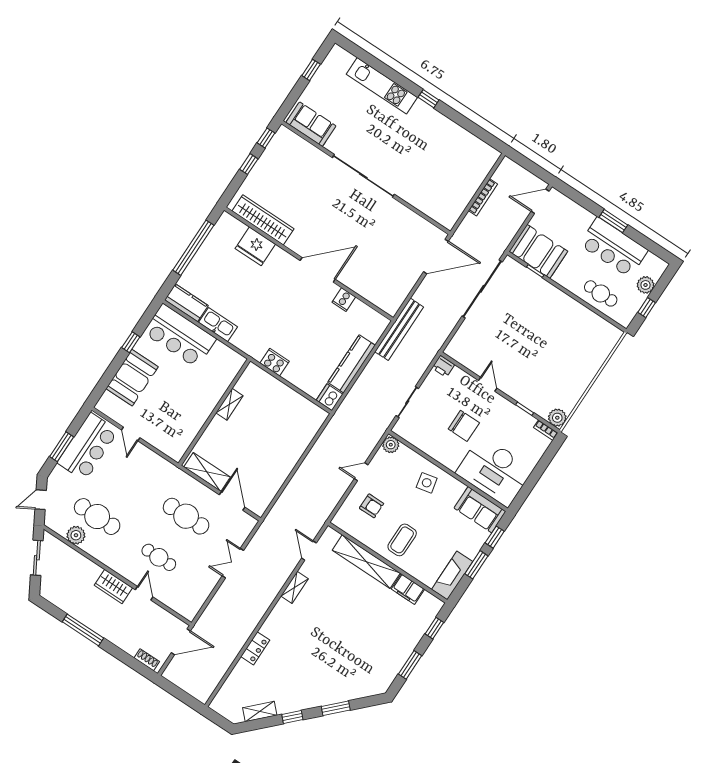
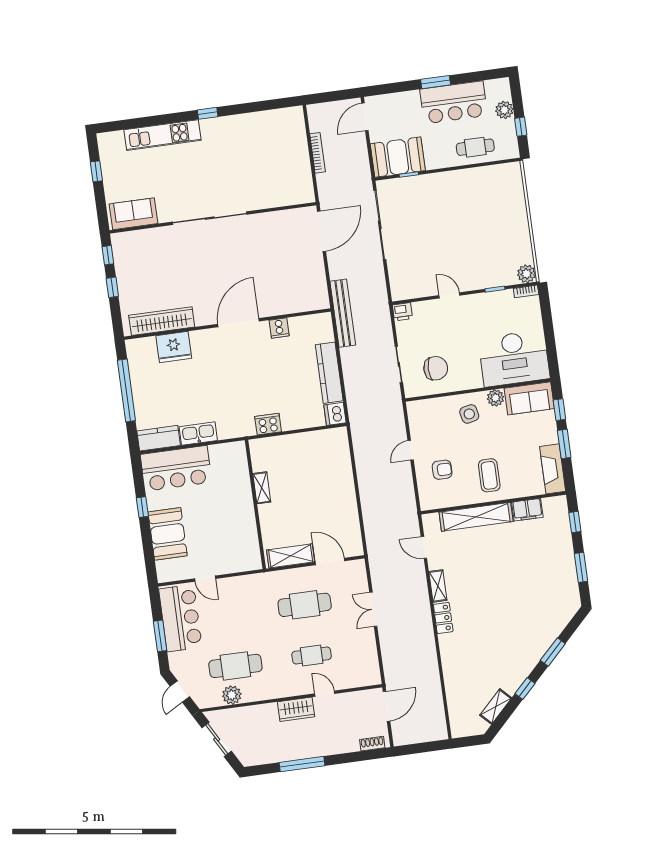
chair: (464, 426) -> (436, 368), moved
plant: (391, 445) -> (495, 398), moved
locker: (255, 648) -> (443, 618), moved

